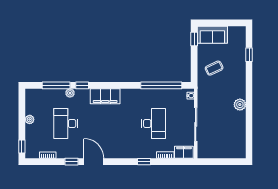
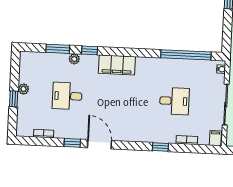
window: (56, 85) -> (58, 49), width x0.69
desk: (66, 123) -> (67, 96), width x0.73
desk: (154, 123) -> (174, 101), width x0.73
window: (22, 146) -> (14, 99), moved
filing cabinet: (184, 152) -> (215, 138), width x0.50

